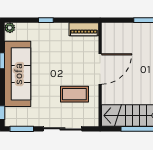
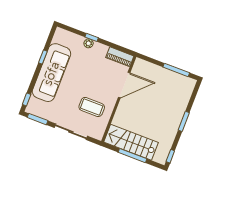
plant: (10, 28) -> (89, 43), moved
door: (100, 69) -> (124, 85), moved

